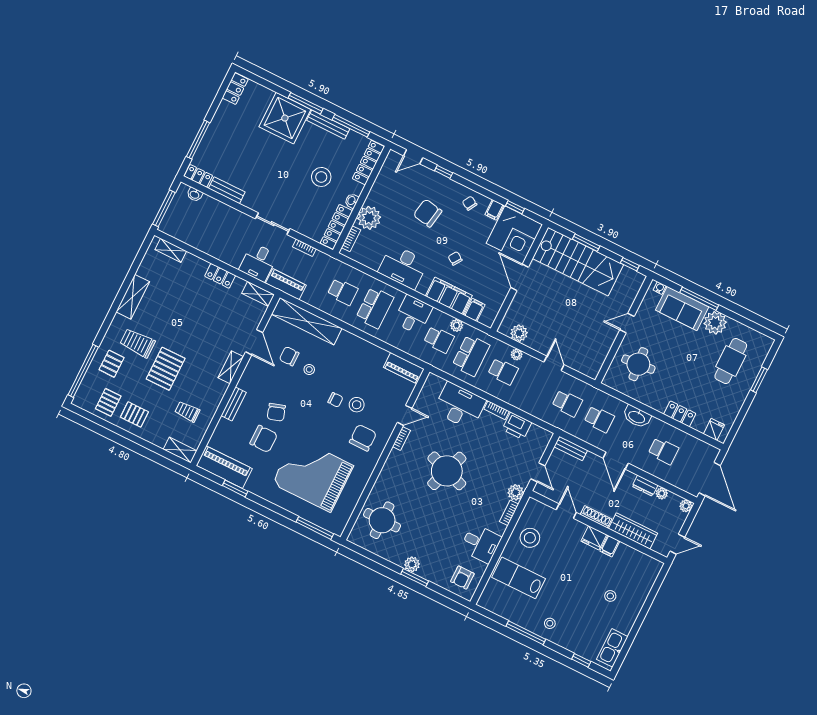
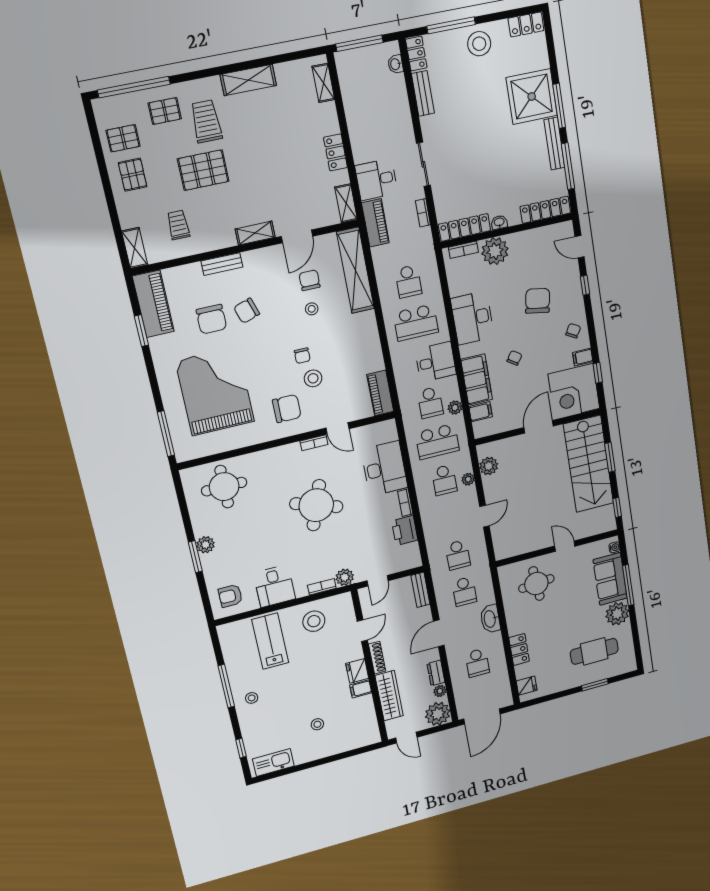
stool: (321, 177) -> (479, 44), moved
plant: (686, 506) -> (438, 714), width x1.88, depth x1.88

